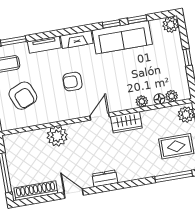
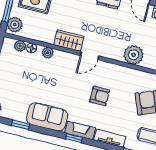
window: (111, 24) -> (74, 138), moved
sofa: (122, 37) -> (47, 117), width x0.73

